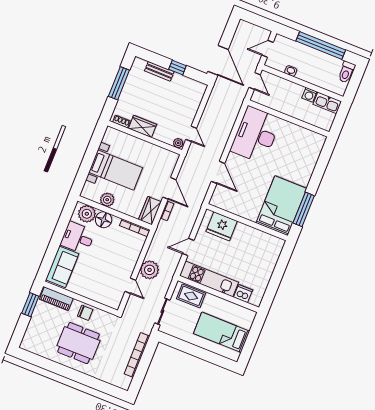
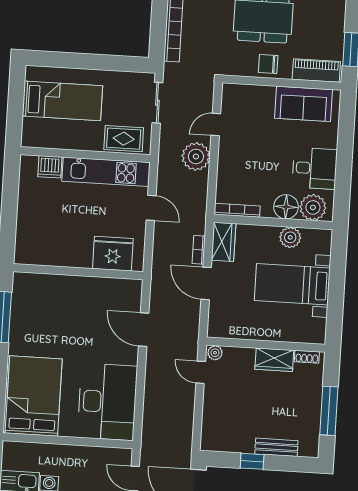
bed: (281, 206) -> (34, 396), moved, turned 180
door: (188, 247) -> (151, 208), hinge flipped
sofa: (62, 267) -> (304, 104), moved, turned -90
door: (130, 286) -> (216, 125), hinge flipped

